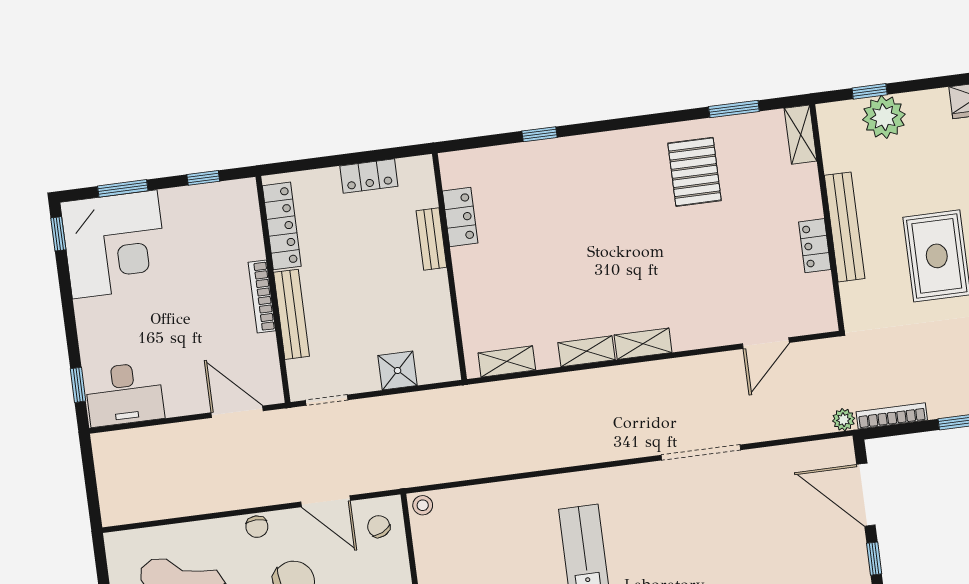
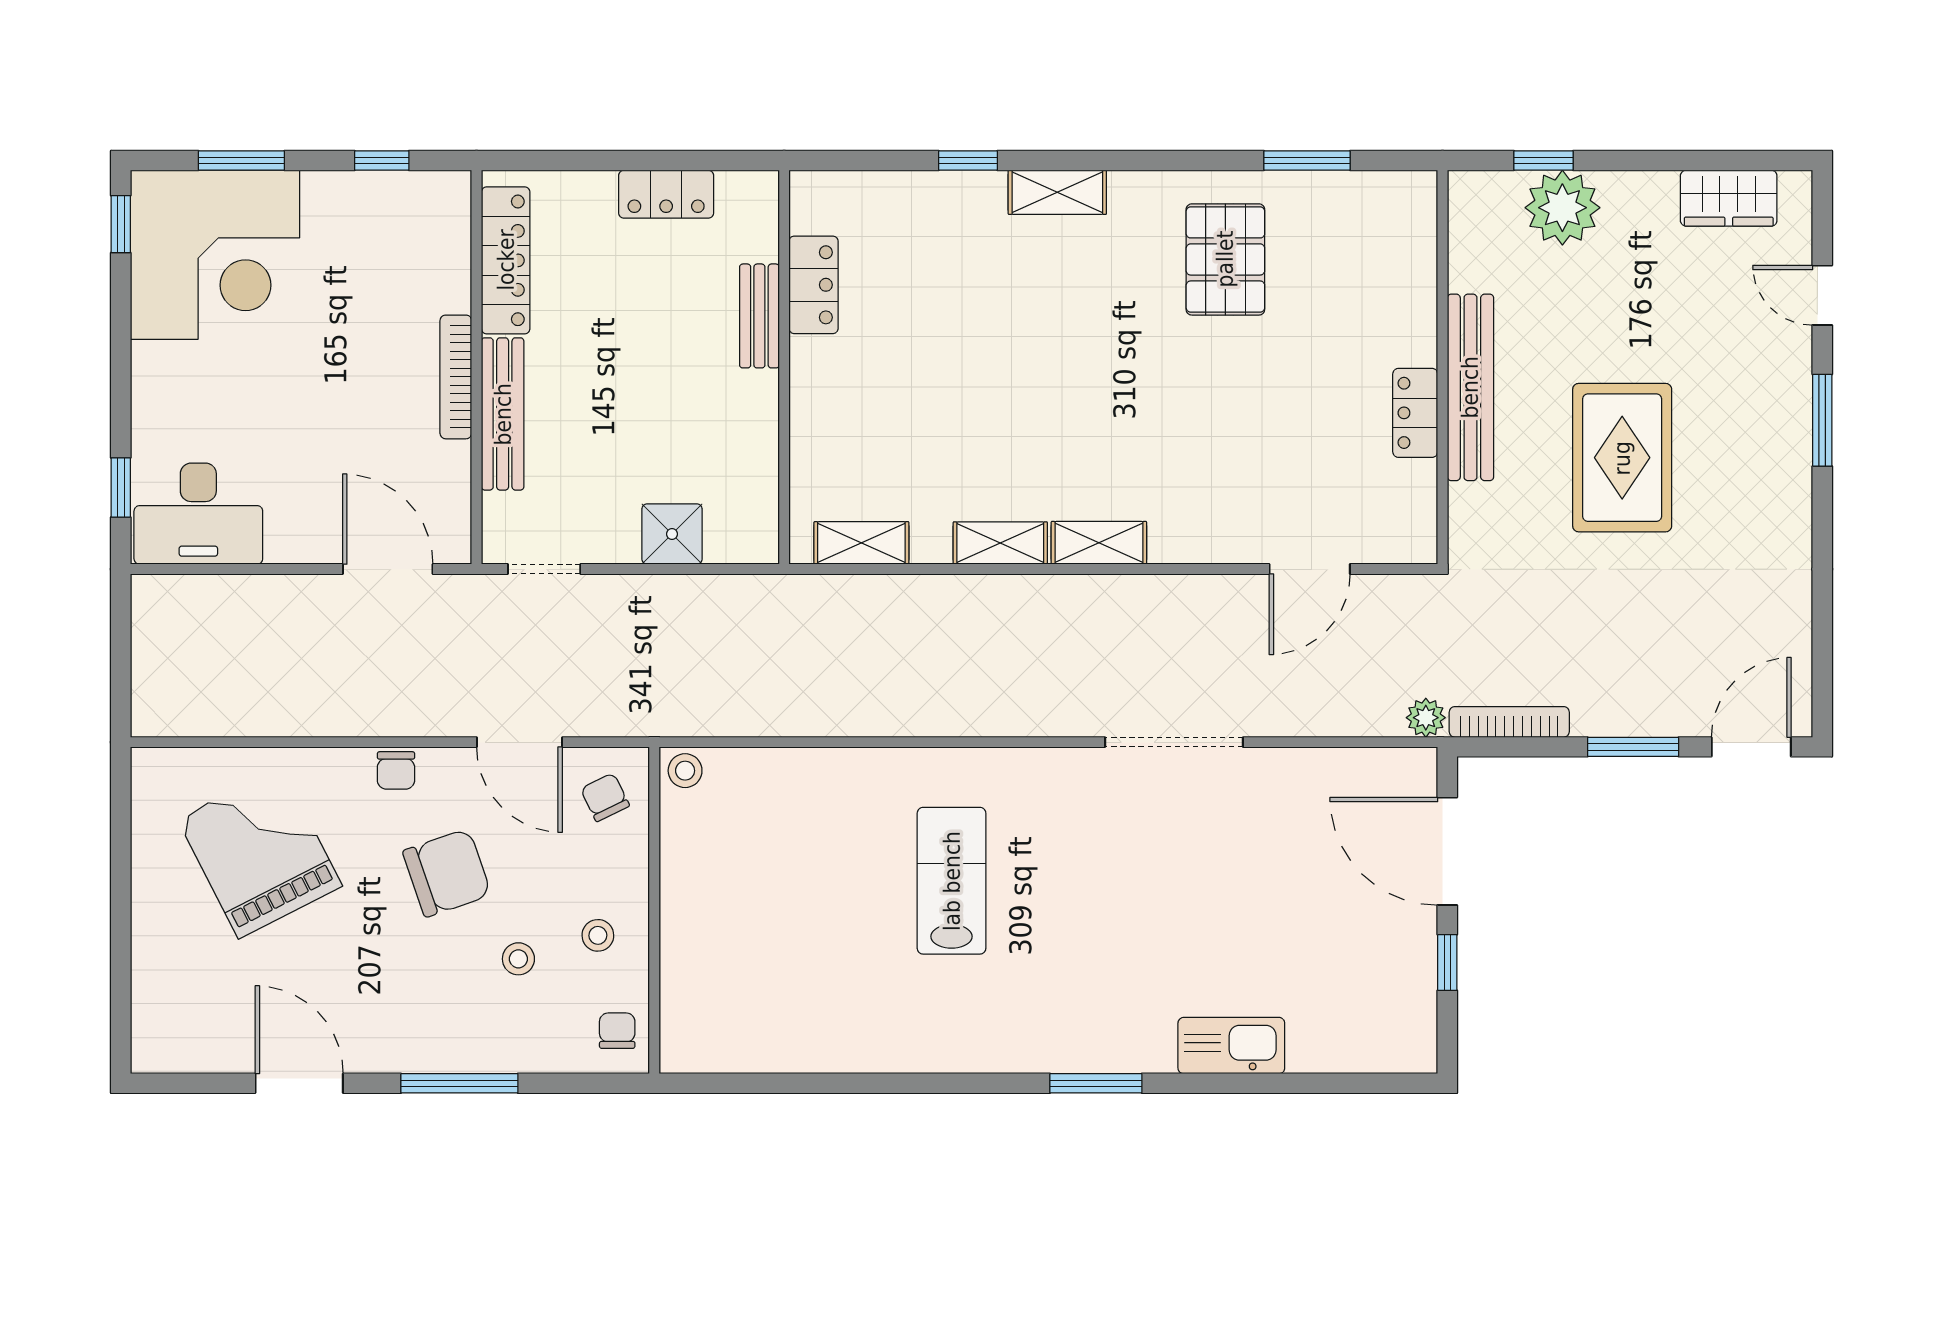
shelving: (801, 135) -> (1057, 192), moved, turned 90

